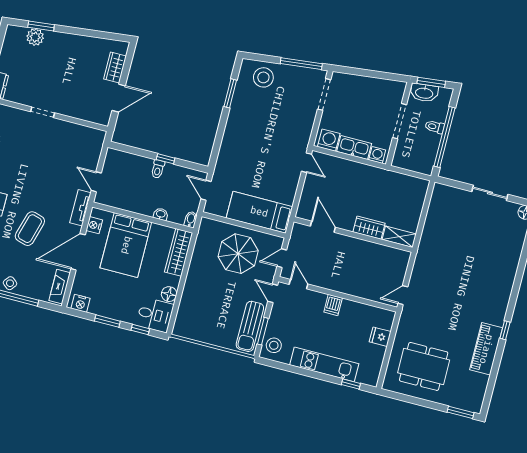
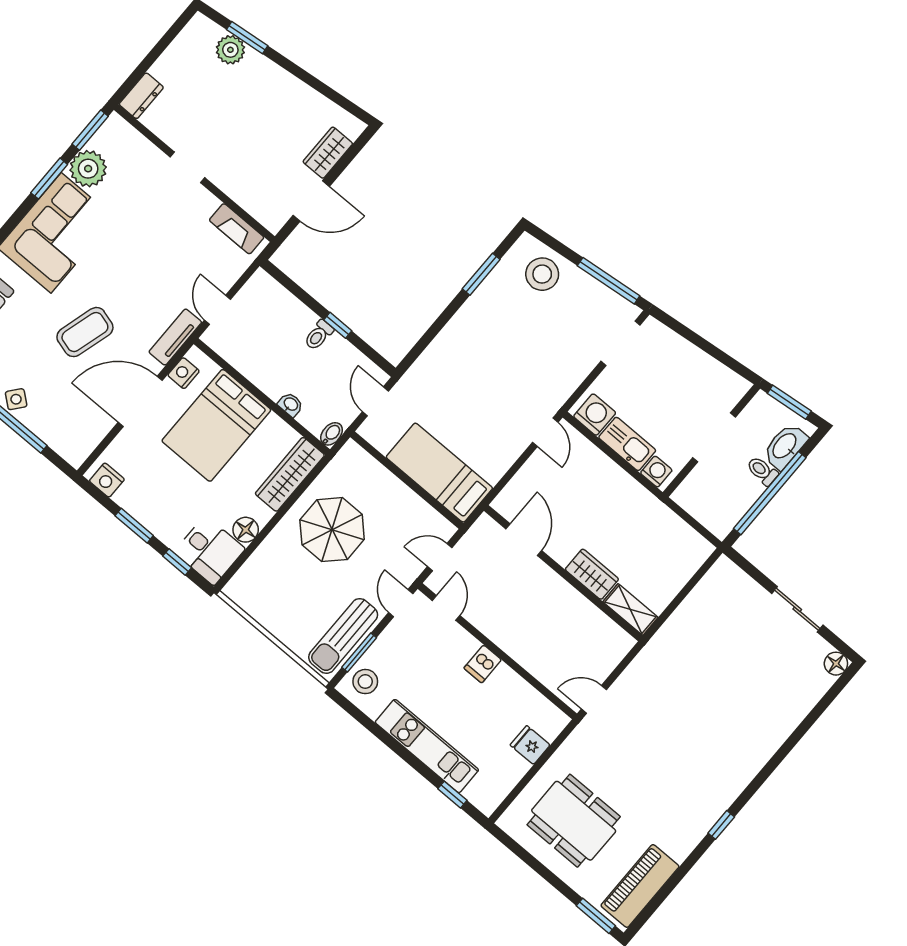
washbasin: (424, 93) -> (785, 446), moved, turned 96
parasol: (238, 254) -> (332, 530), moved
fireplace: (60, 287) -> (237, 229), moved, turned -90
piano: (486, 349) -> (640, 886), moved

